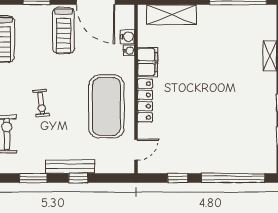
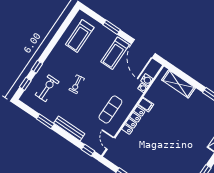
filing cabinet: (147, 62) -> (146, 105), width x0.50
exercise mat: (106, 106) -> (110, 110), width x0.50, depth x0.69
door: (136, 150) -> (111, 143), swing flipped
window: (78, 178) -> (88, 150), moved

